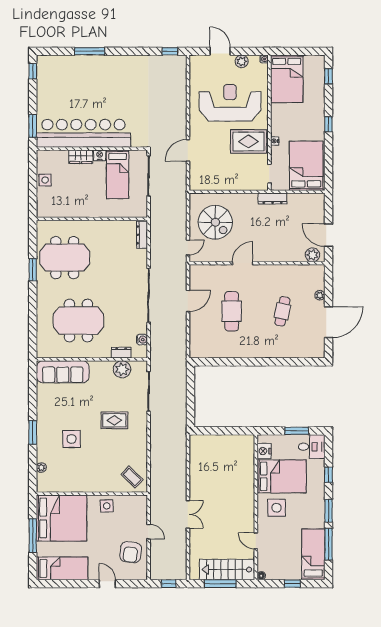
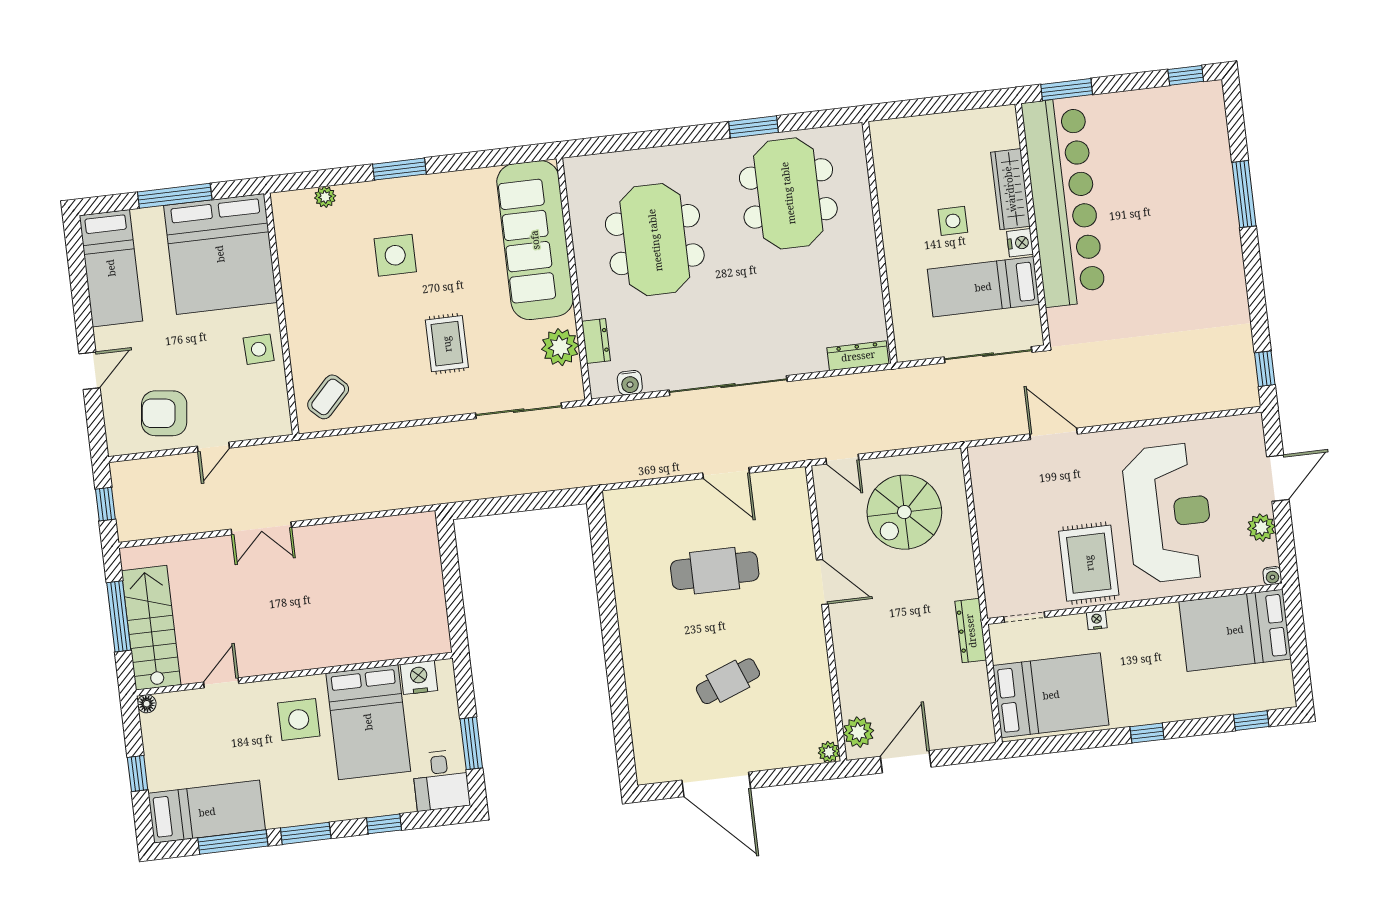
wardrobe: (81, 157) -> (1010, 189), width x1.50
side table: (45, 180) -> (953, 221), moved
plant: (320, 295) -> (829, 752), moved
cafe table: (282, 311) -> (728, 681), turned -33
sofa: (63, 372) -> (535, 240), width x1.36, depth x1.27

